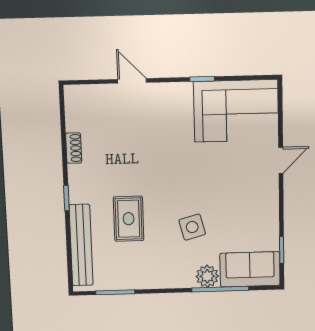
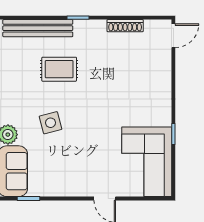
door: (132, 81) -> (173, 36), moved
shoe rack: (74, 148) -> (125, 26), width x1.43

